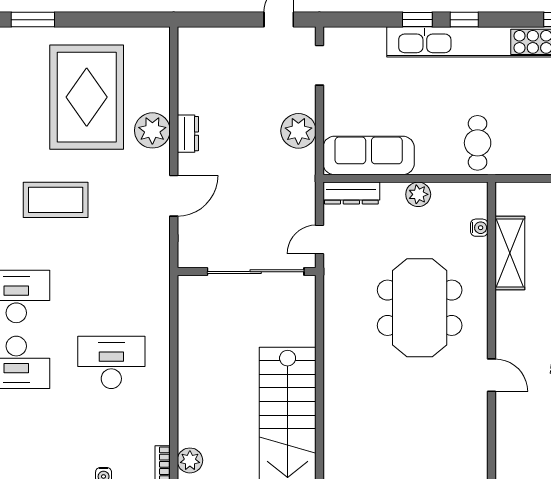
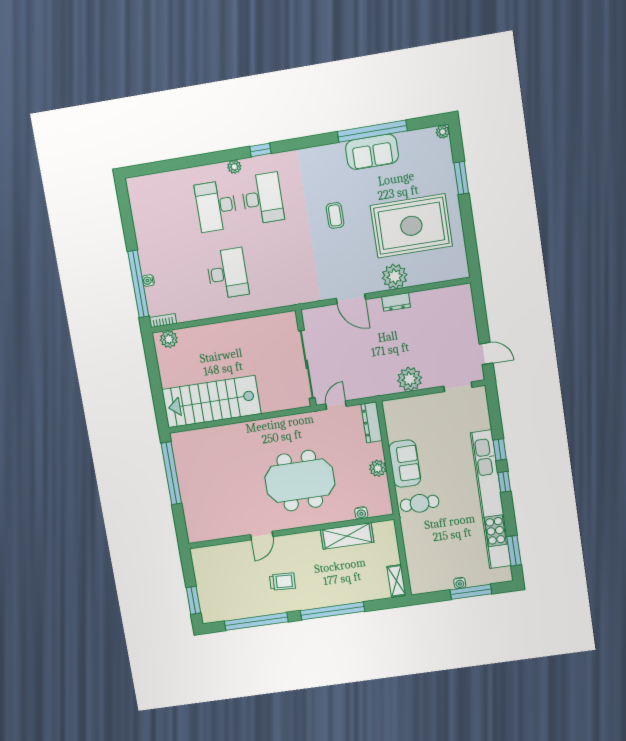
sofa: (369, 155) -> (405, 464), moved, width x0.73
coffee table: (56, 200) -> (335, 215), width x0.54, depth x0.58
door: (319, 239) -> (336, 405), hinge flipped

